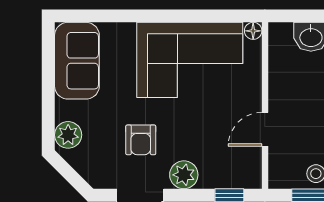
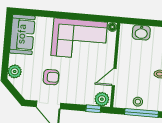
armchair: (141, 140) -> (51, 77), turned -90
plant: (184, 175) -> (102, 99), moved

